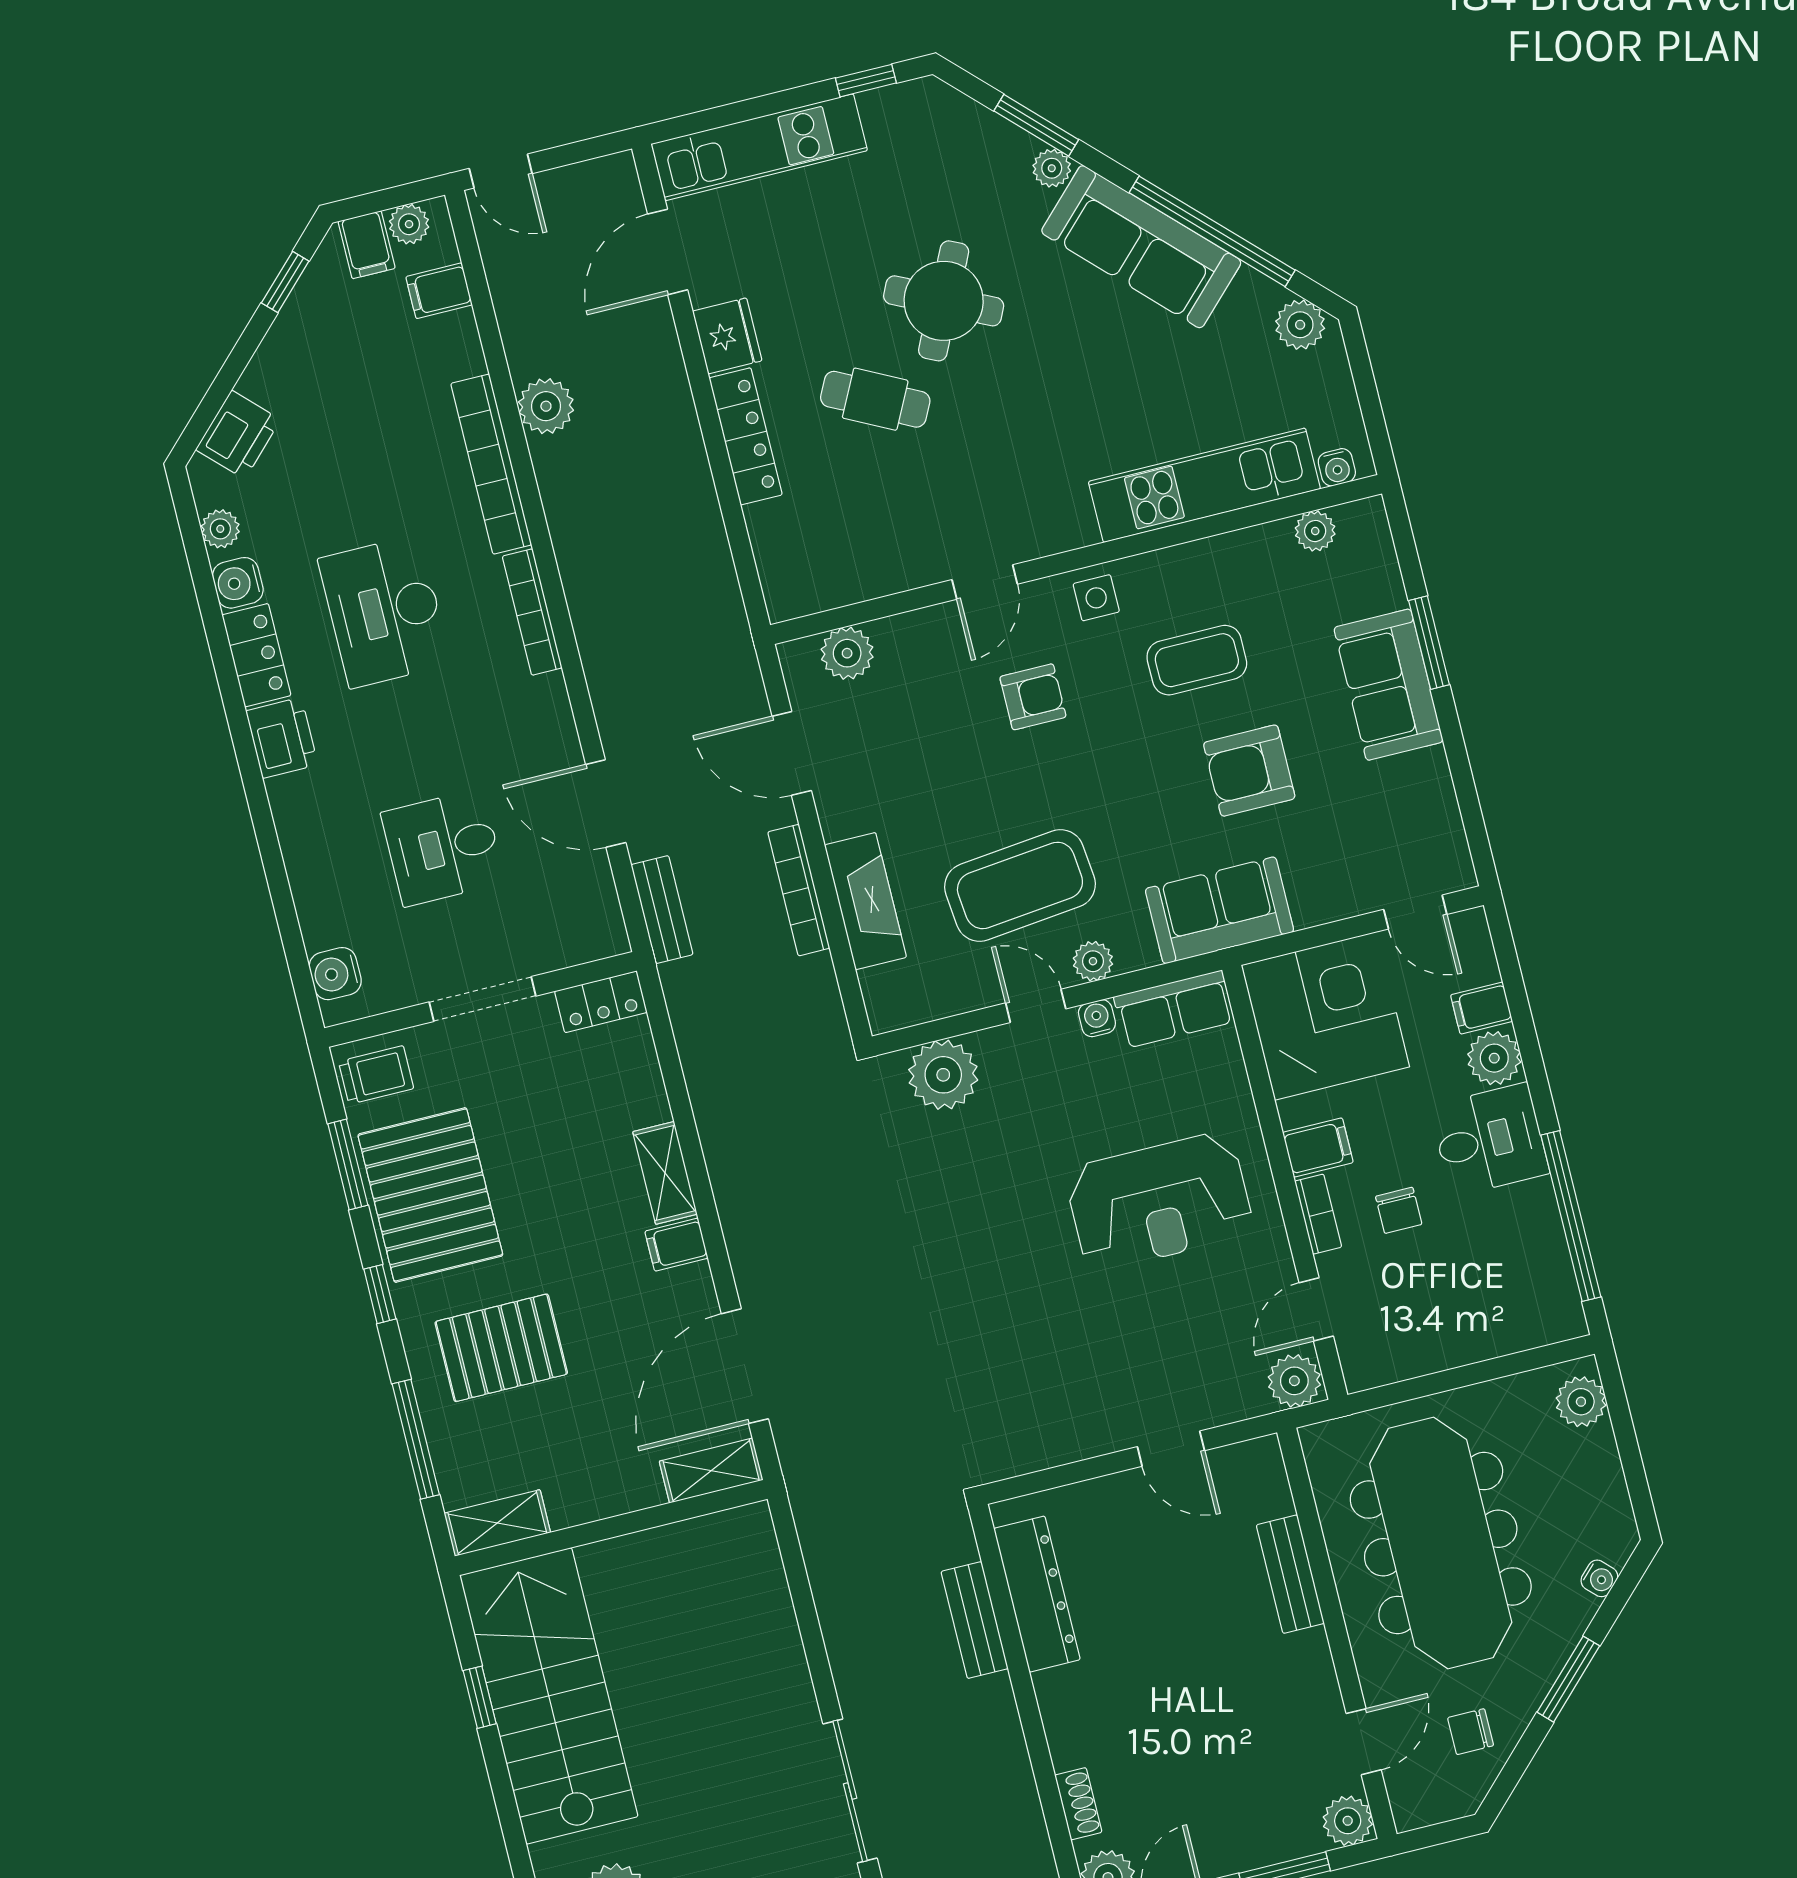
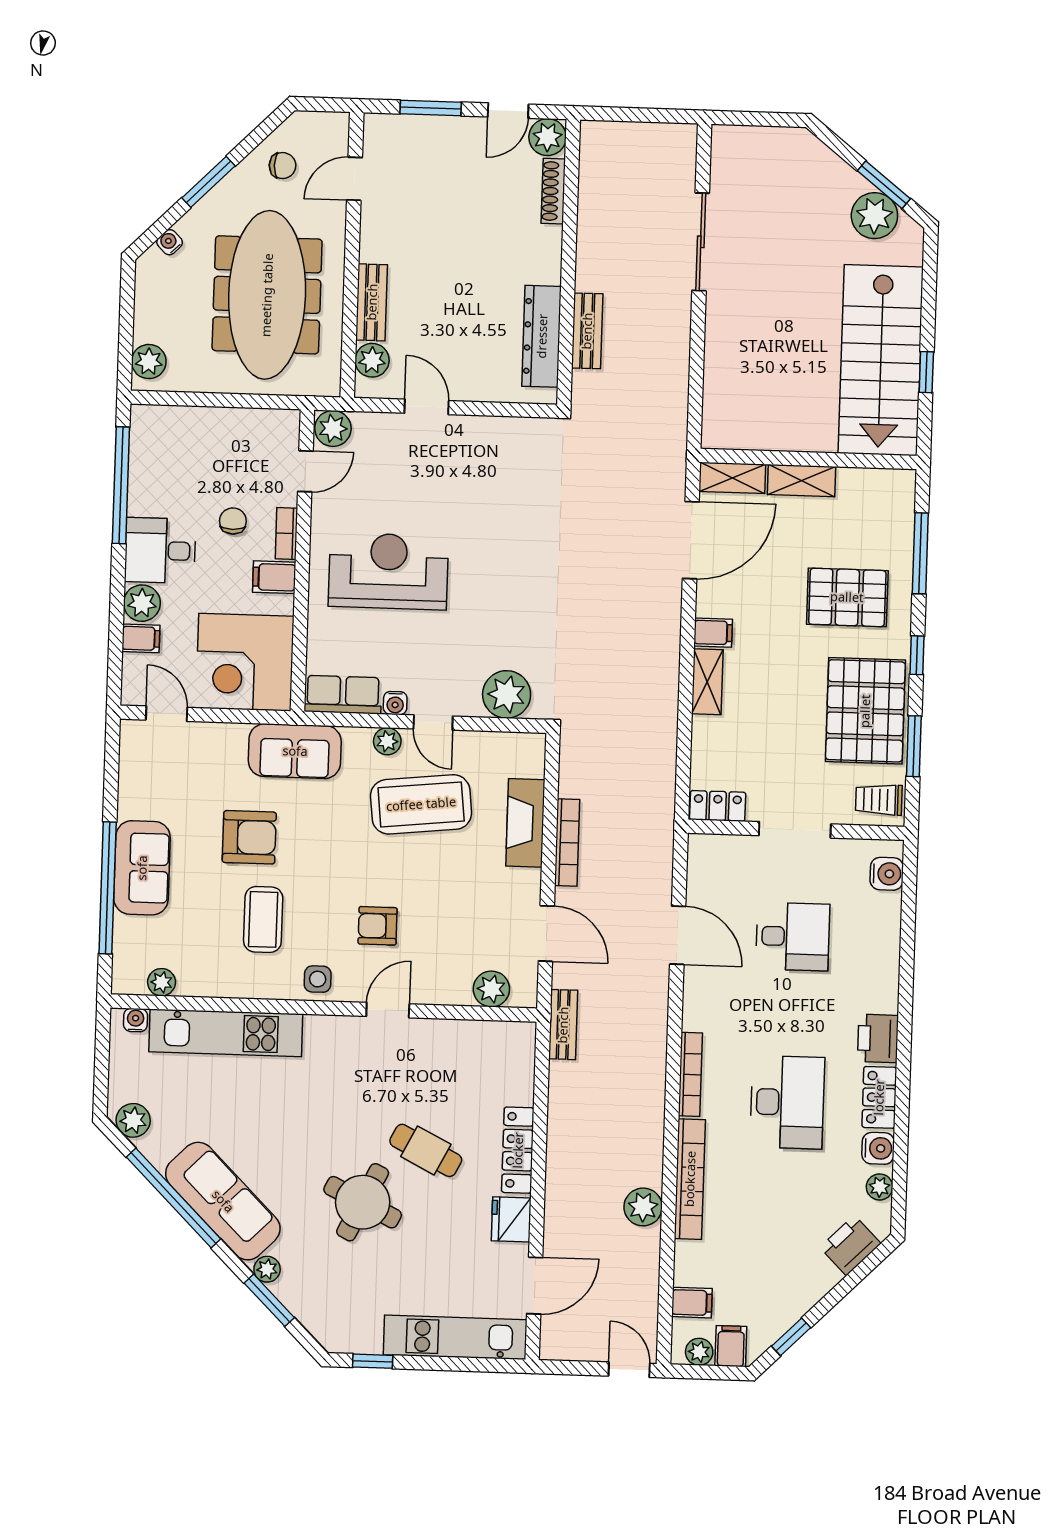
window: (1429, 643) -> (108, 888), width x2.11
coffee table: (1197, 660) -> (263, 919), turned 90
bench: (662, 910) -> (563, 1025), moved
shelving: (497, 1523) -> (801, 480), moved
shoe rack: (1078, 1804) -> (553, 191), width x1.43
plant: (1348, 1821) -> (372, 360), moved

